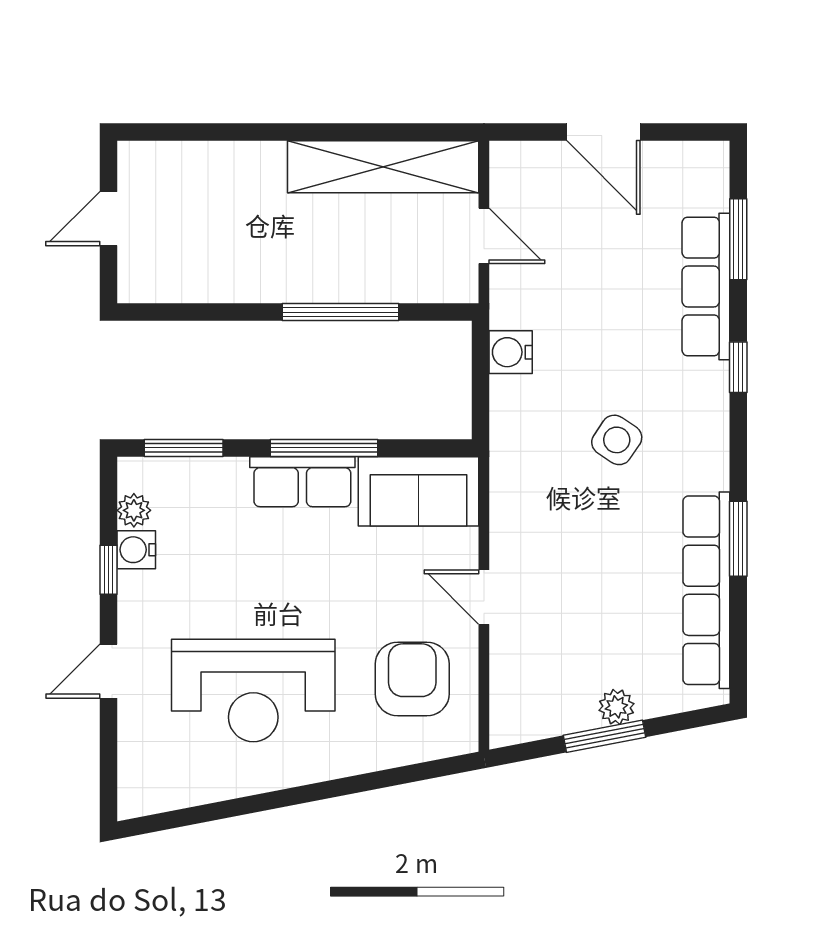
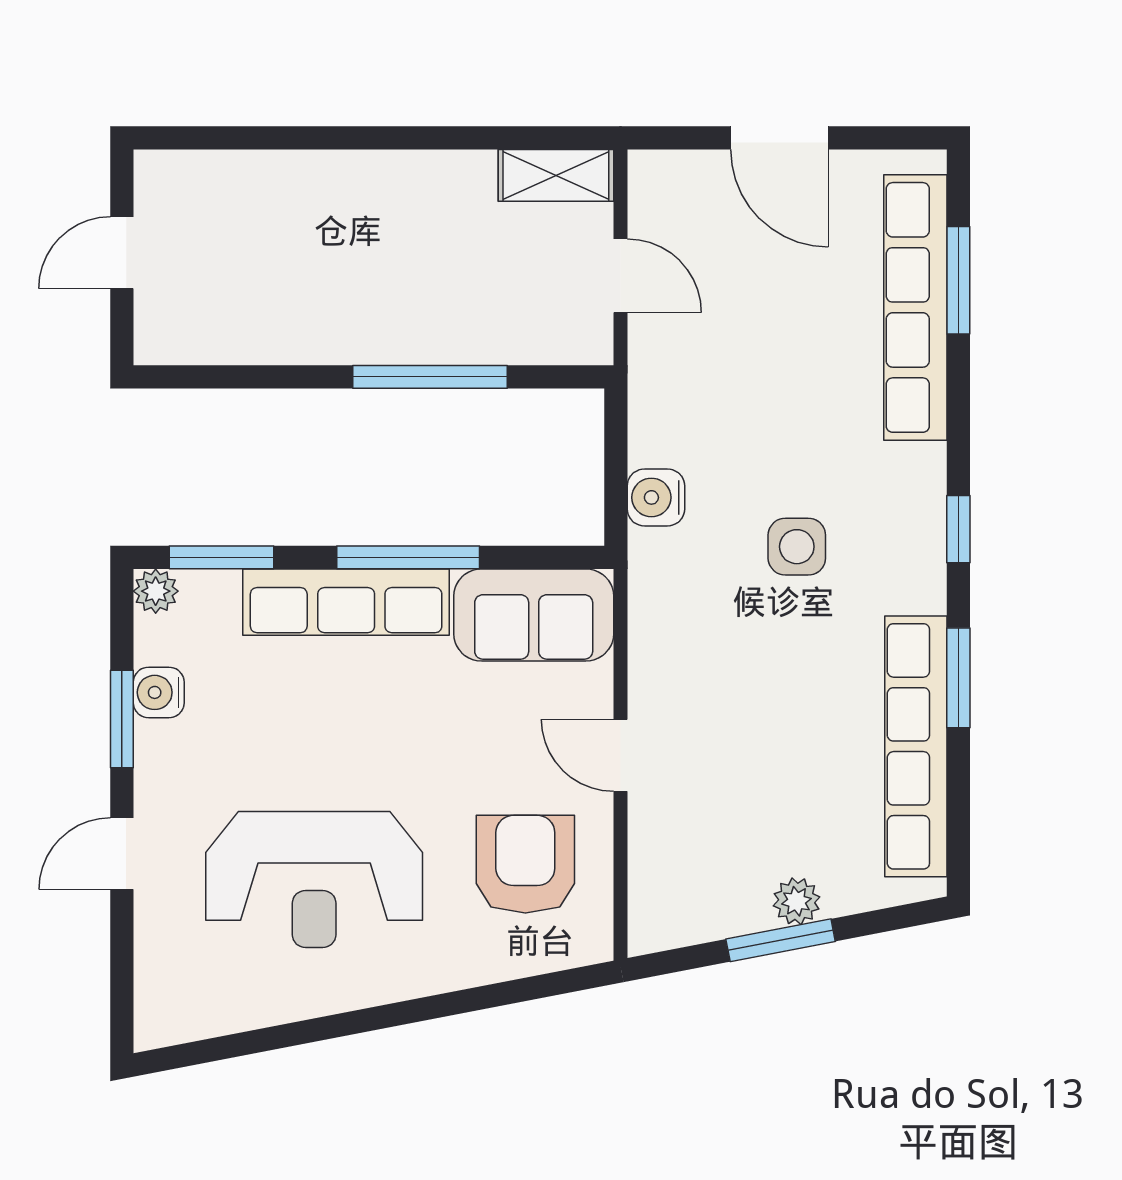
shelving: (383, 167) -> (556, 175), width x0.45, depth x0.75
row of seats: (706, 286) -> (915, 307), width x1.36
water cooler: (511, 352) -> (656, 497), moved
window: (738, 367) -> (958, 529), moved
side table: (617, 440) -> (797, 547), turned -34
row of seats: (302, 482) -> (346, 602), width x1.48
plant: (134, 510) -> (156, 591), moved
window: (108, 570) -> (122, 719), width x1.50

